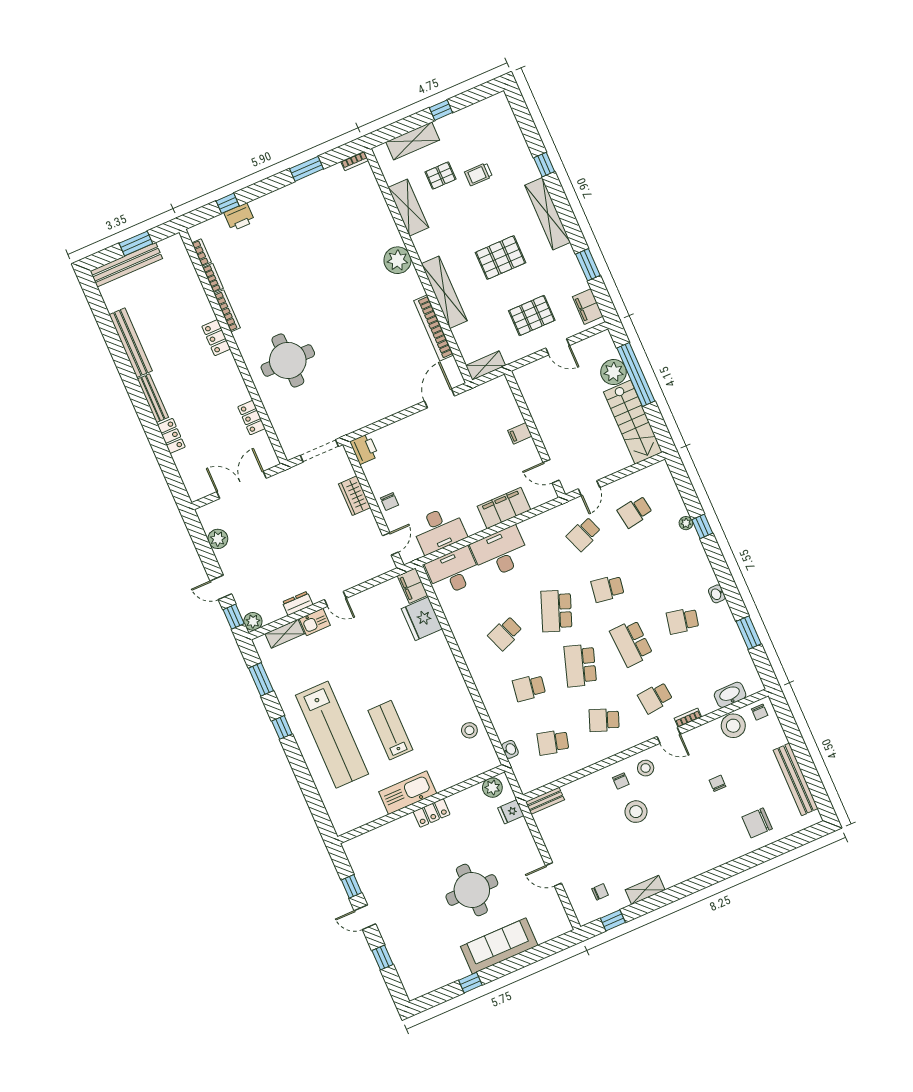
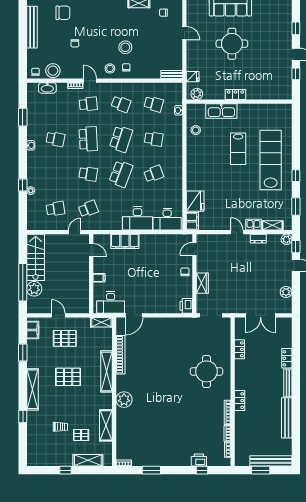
desk: (439, 530) -> (111, 303), moved, turned 180
kitchen sink: (408, 793) -> (221, 111), moved

